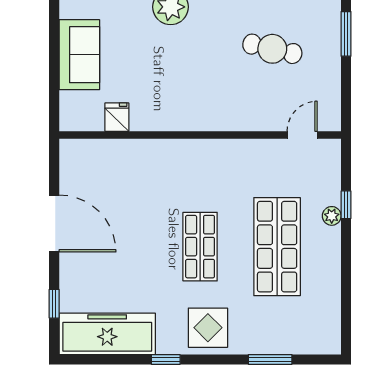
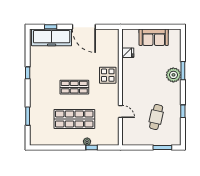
door: (302, 135) -> (120, 111), moved
door: (54, 223) -> (84, 27), hinge flipped
display table: (208, 328) -> (108, 75), moved
freezer: (107, 334) -> (52, 37), moved, turned 90

